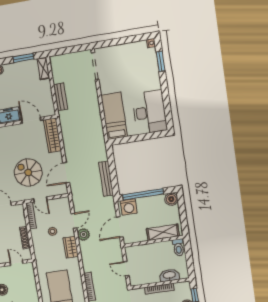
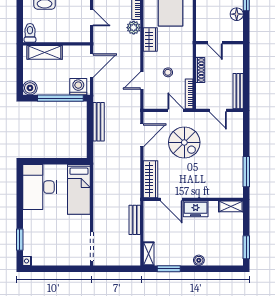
plant: (84, 234) -> (134, 28), moved
wardrobe: (71, 247) -> (150, 39), moved

